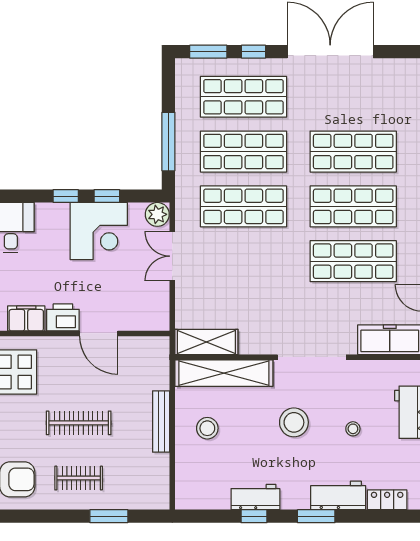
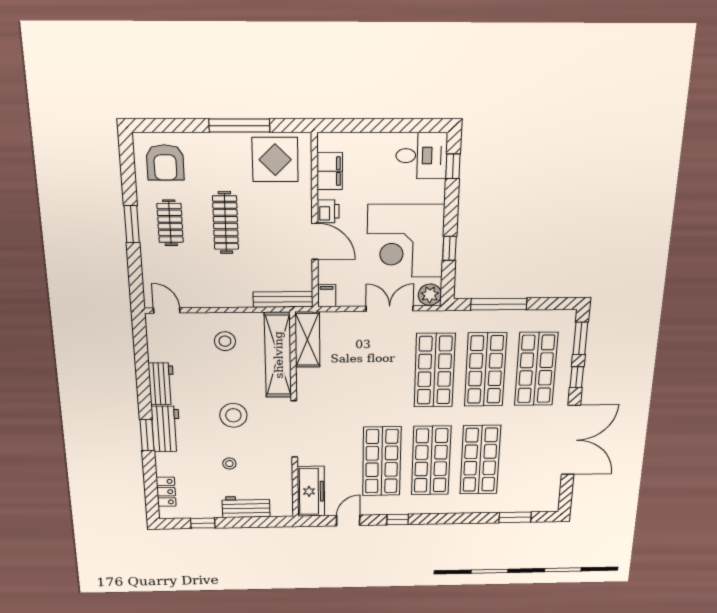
window: (66, 196) -> (453, 166), moved
corner desk: (99, 231) -> (405, 241), width x1.36, depth x1.36
printer: (63, 317) -> (328, 211), width x0.73, depth x0.81
filing cabinet: (157, 322) -> (327, 296), added
door: (99, 333) -> (315, 241), swing flipped
bench: (161, 421) -> (283, 299), moved
door: (172, 487) -> (167, 310), added
workbench: (338, 495) -> (166, 429), moved
window: (109, 516) -> (132, 224), moved
window: (254, 516) -> (143, 383), removed

